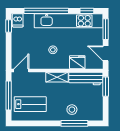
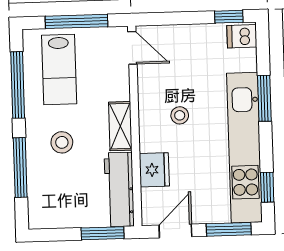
window: (46, 11) -> (264, 98), width x0.47
stool: (72, 110) -> (62, 142), moved
window: (37, 123) -> (18, 85), added

